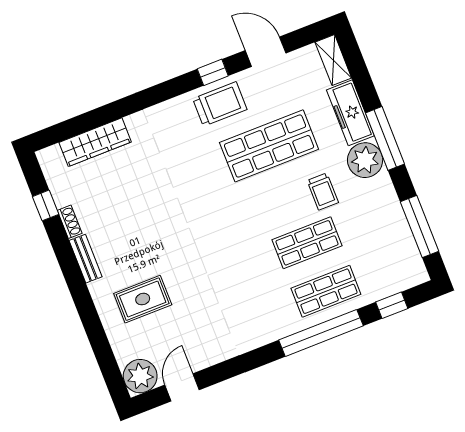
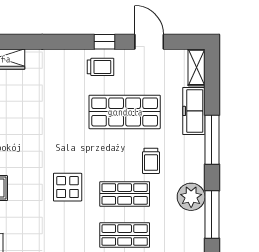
trolley: (220, 104) -> (100, 67), width x0.73, depth x0.72
plant: (365, 160) -> (191, 197), moved
display table: (236, 261) -> (68, 187), added

